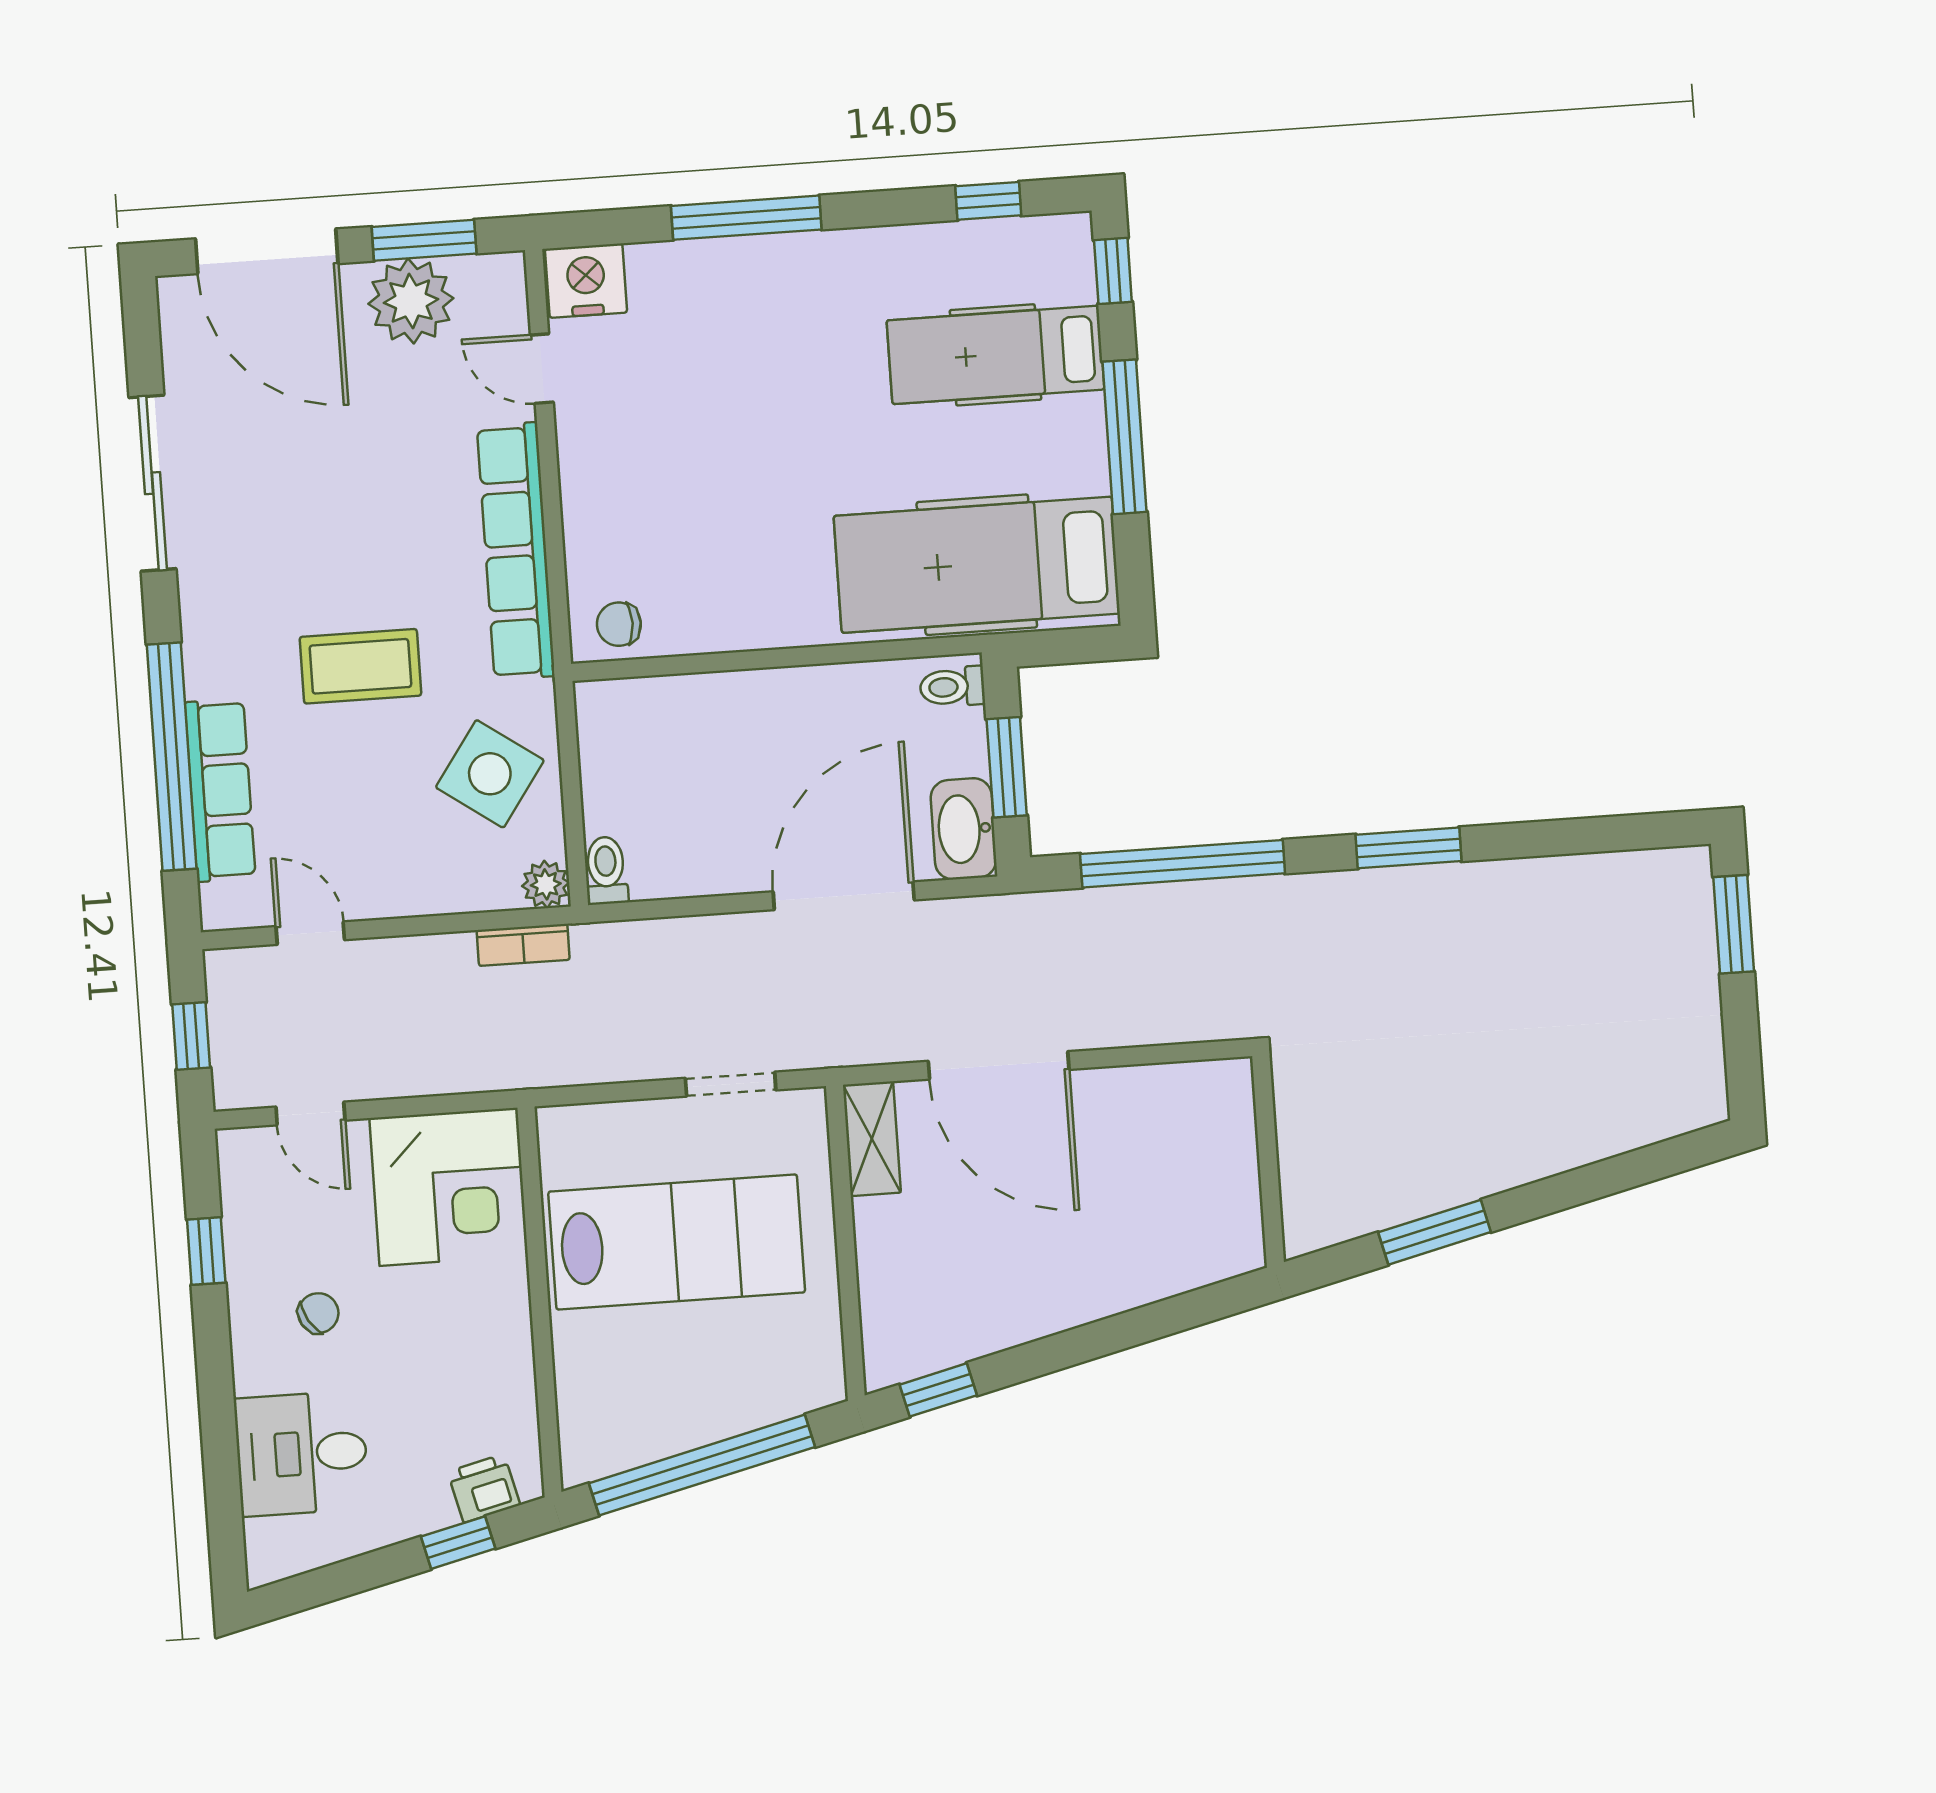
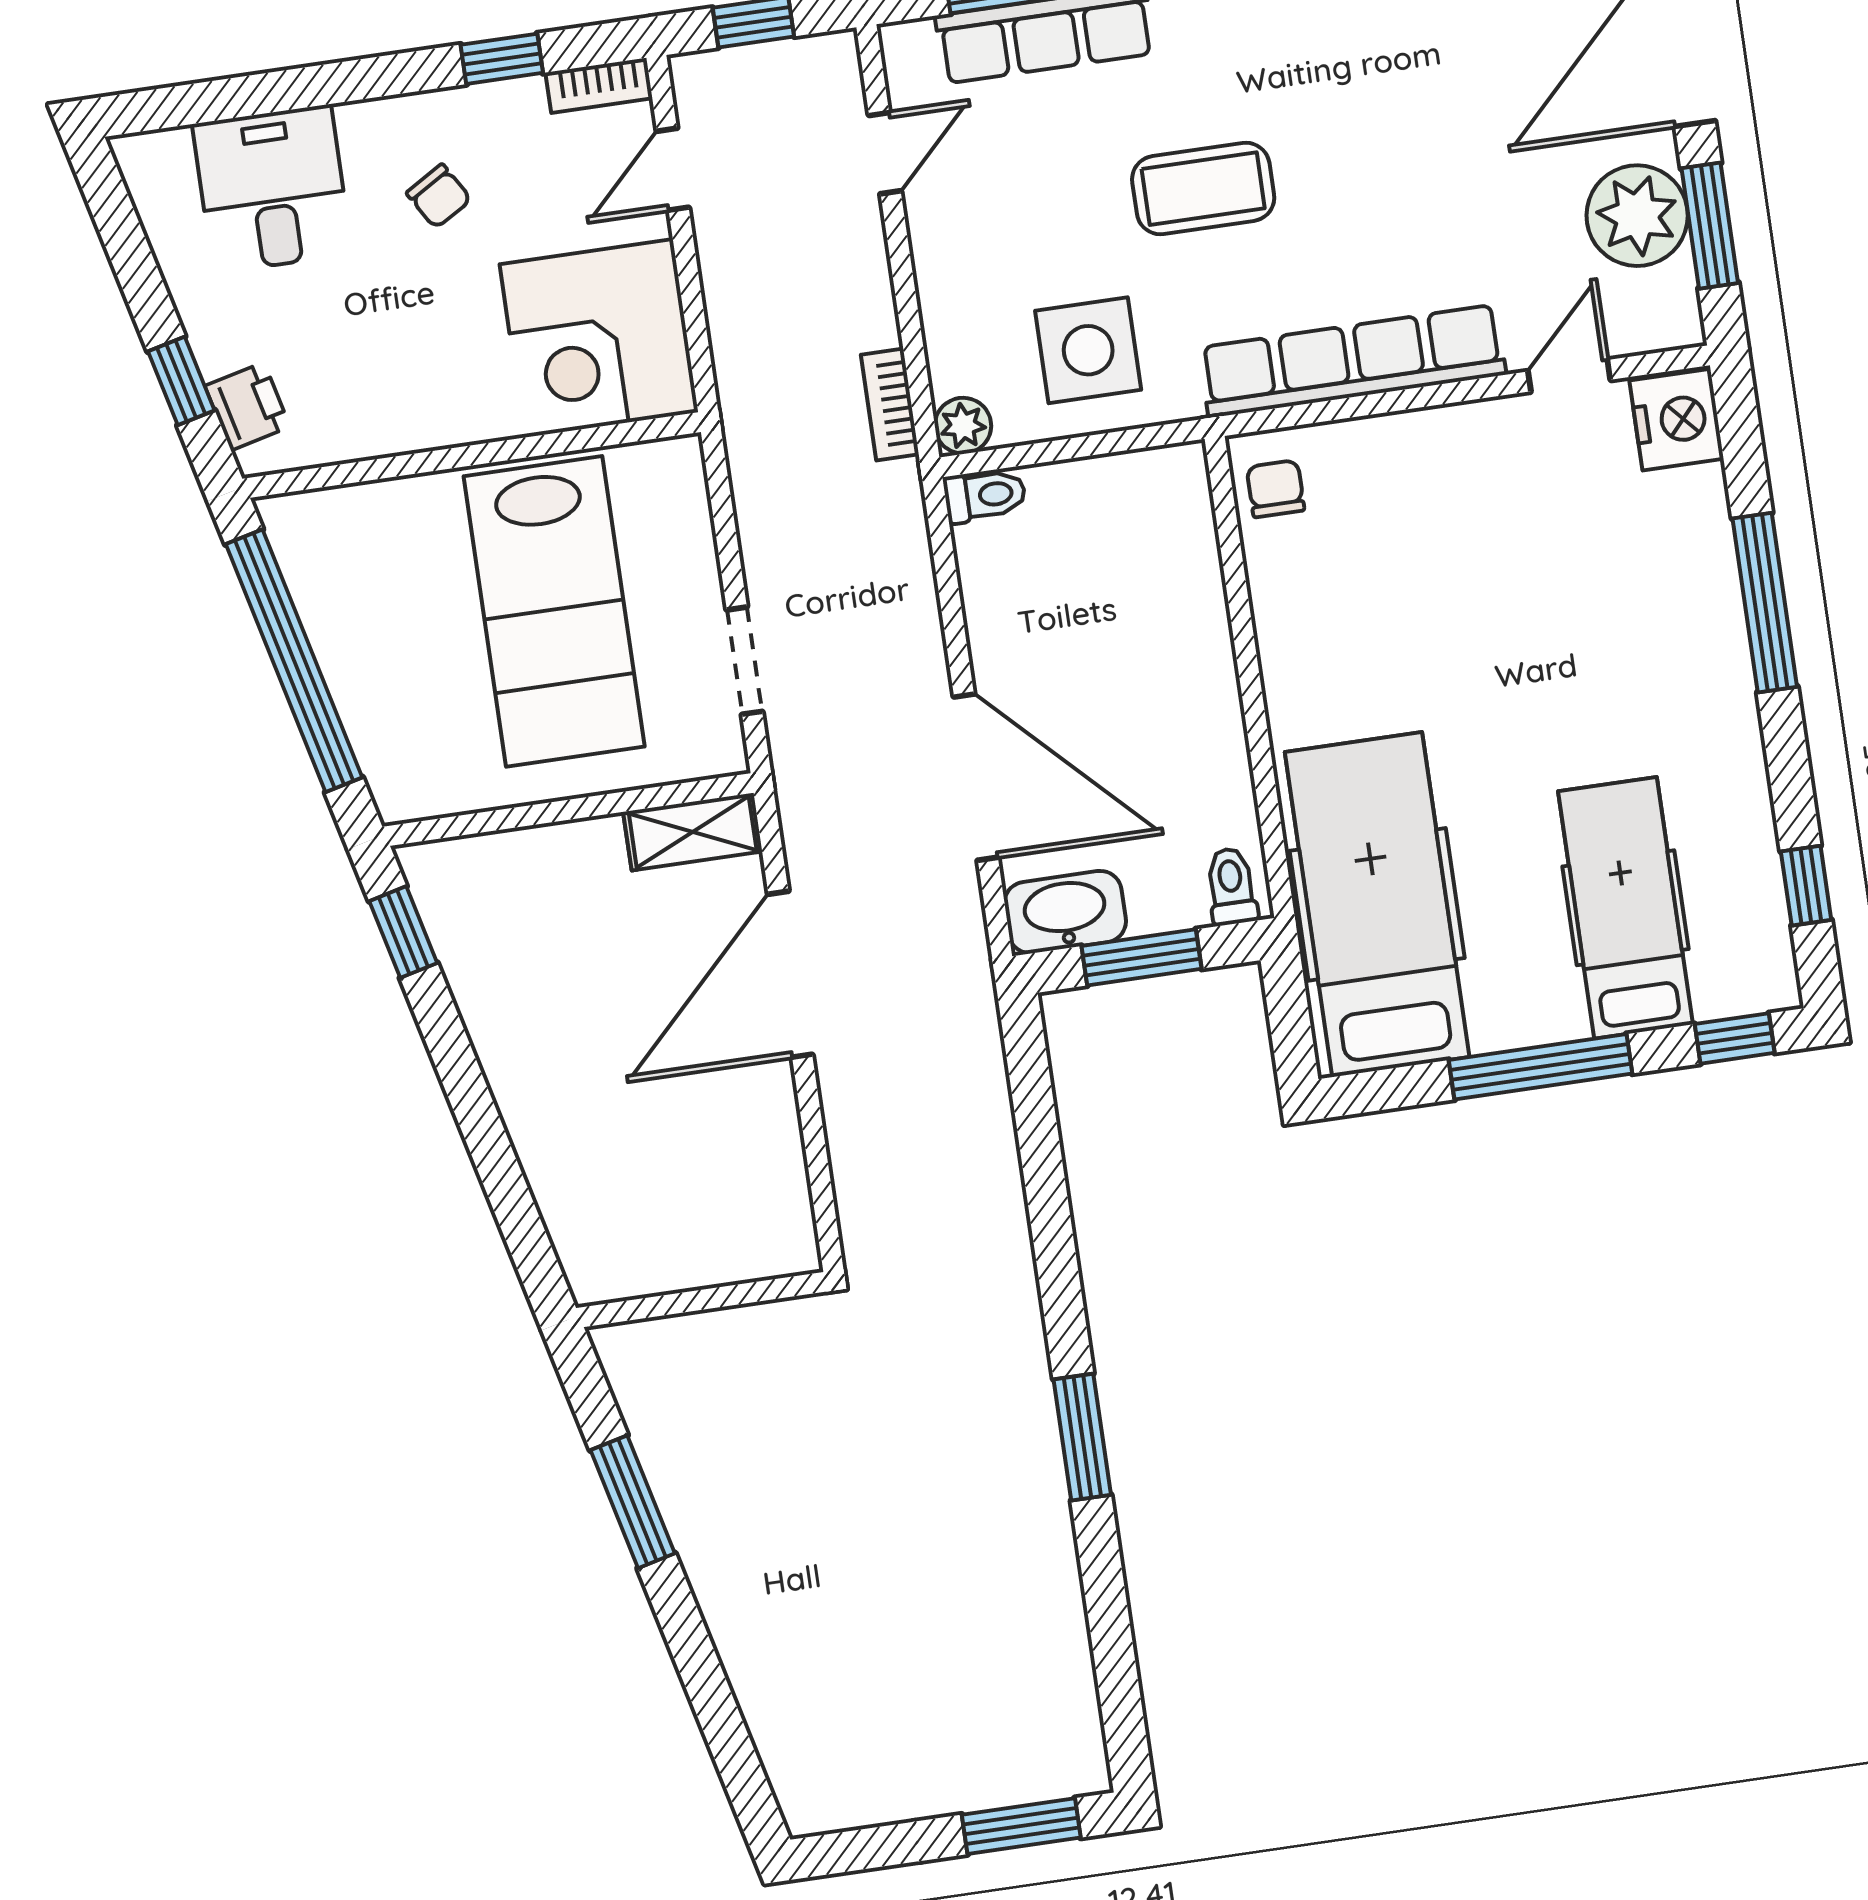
coffee table: (360, 666) -> (1203, 189), turned 90
side table: (490, 774) -> (1088, 350), turned -35
window: (1183, 864) -> (1044, 1173), removed
bookcase: (235, 1171) -> (599, 85), added

